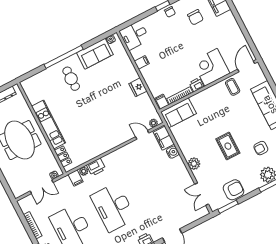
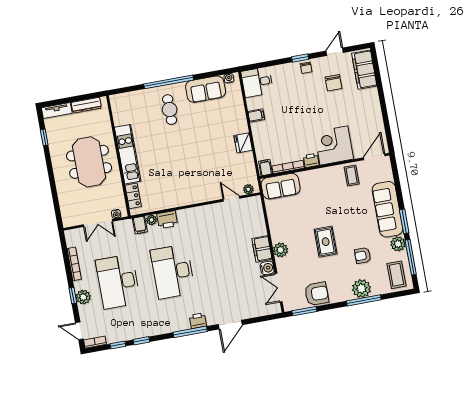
filing cabinet: (164, 138) -> (262, 249), moved
water cooler: (173, 152) -> (267, 268), moved

